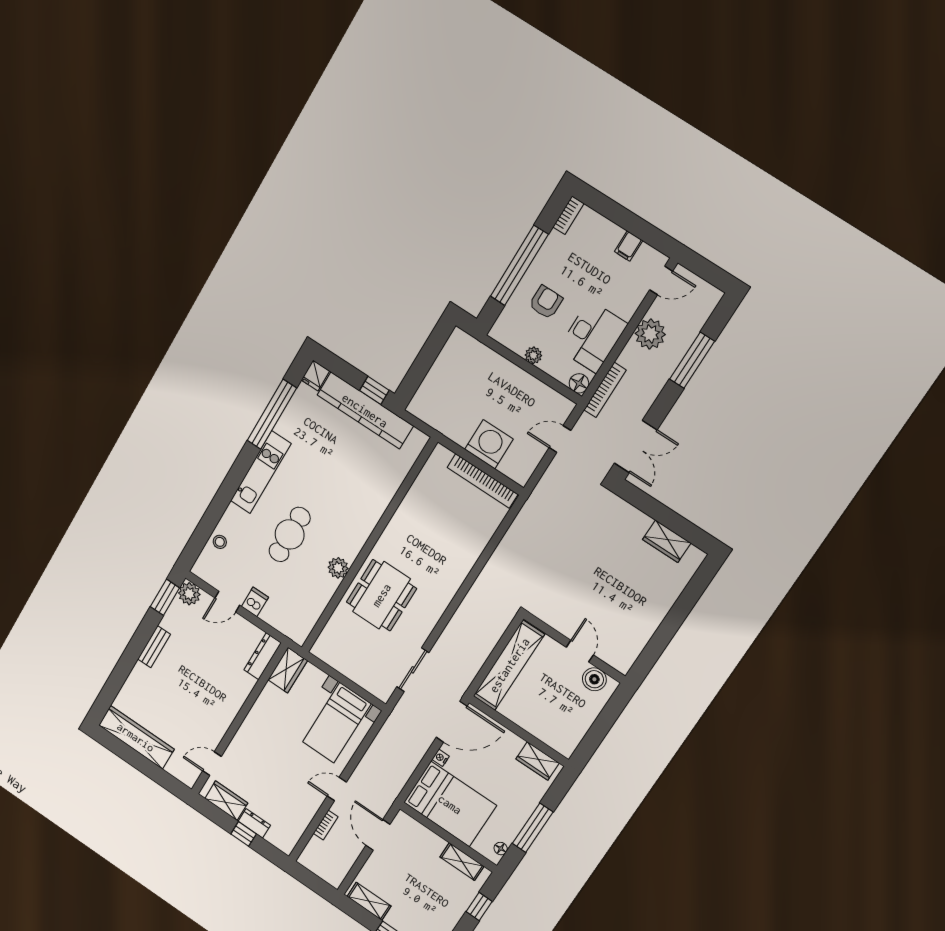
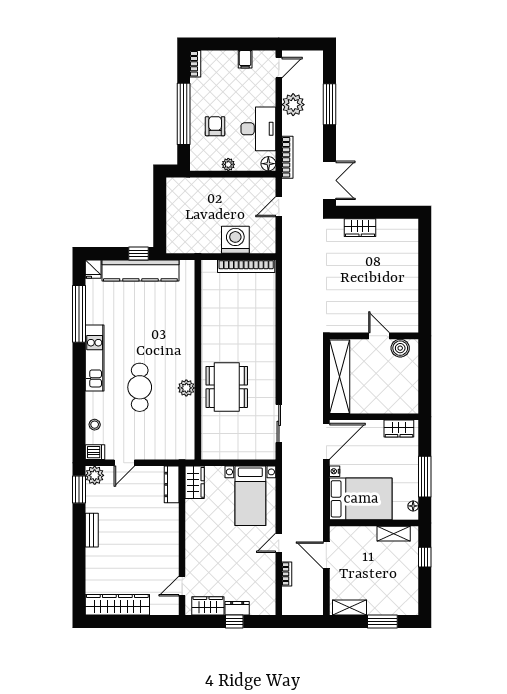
wardrobe: (667, 541) -> (360, 228), moved
dishwasher: (255, 602) -> (95, 452), moved, turned 90

